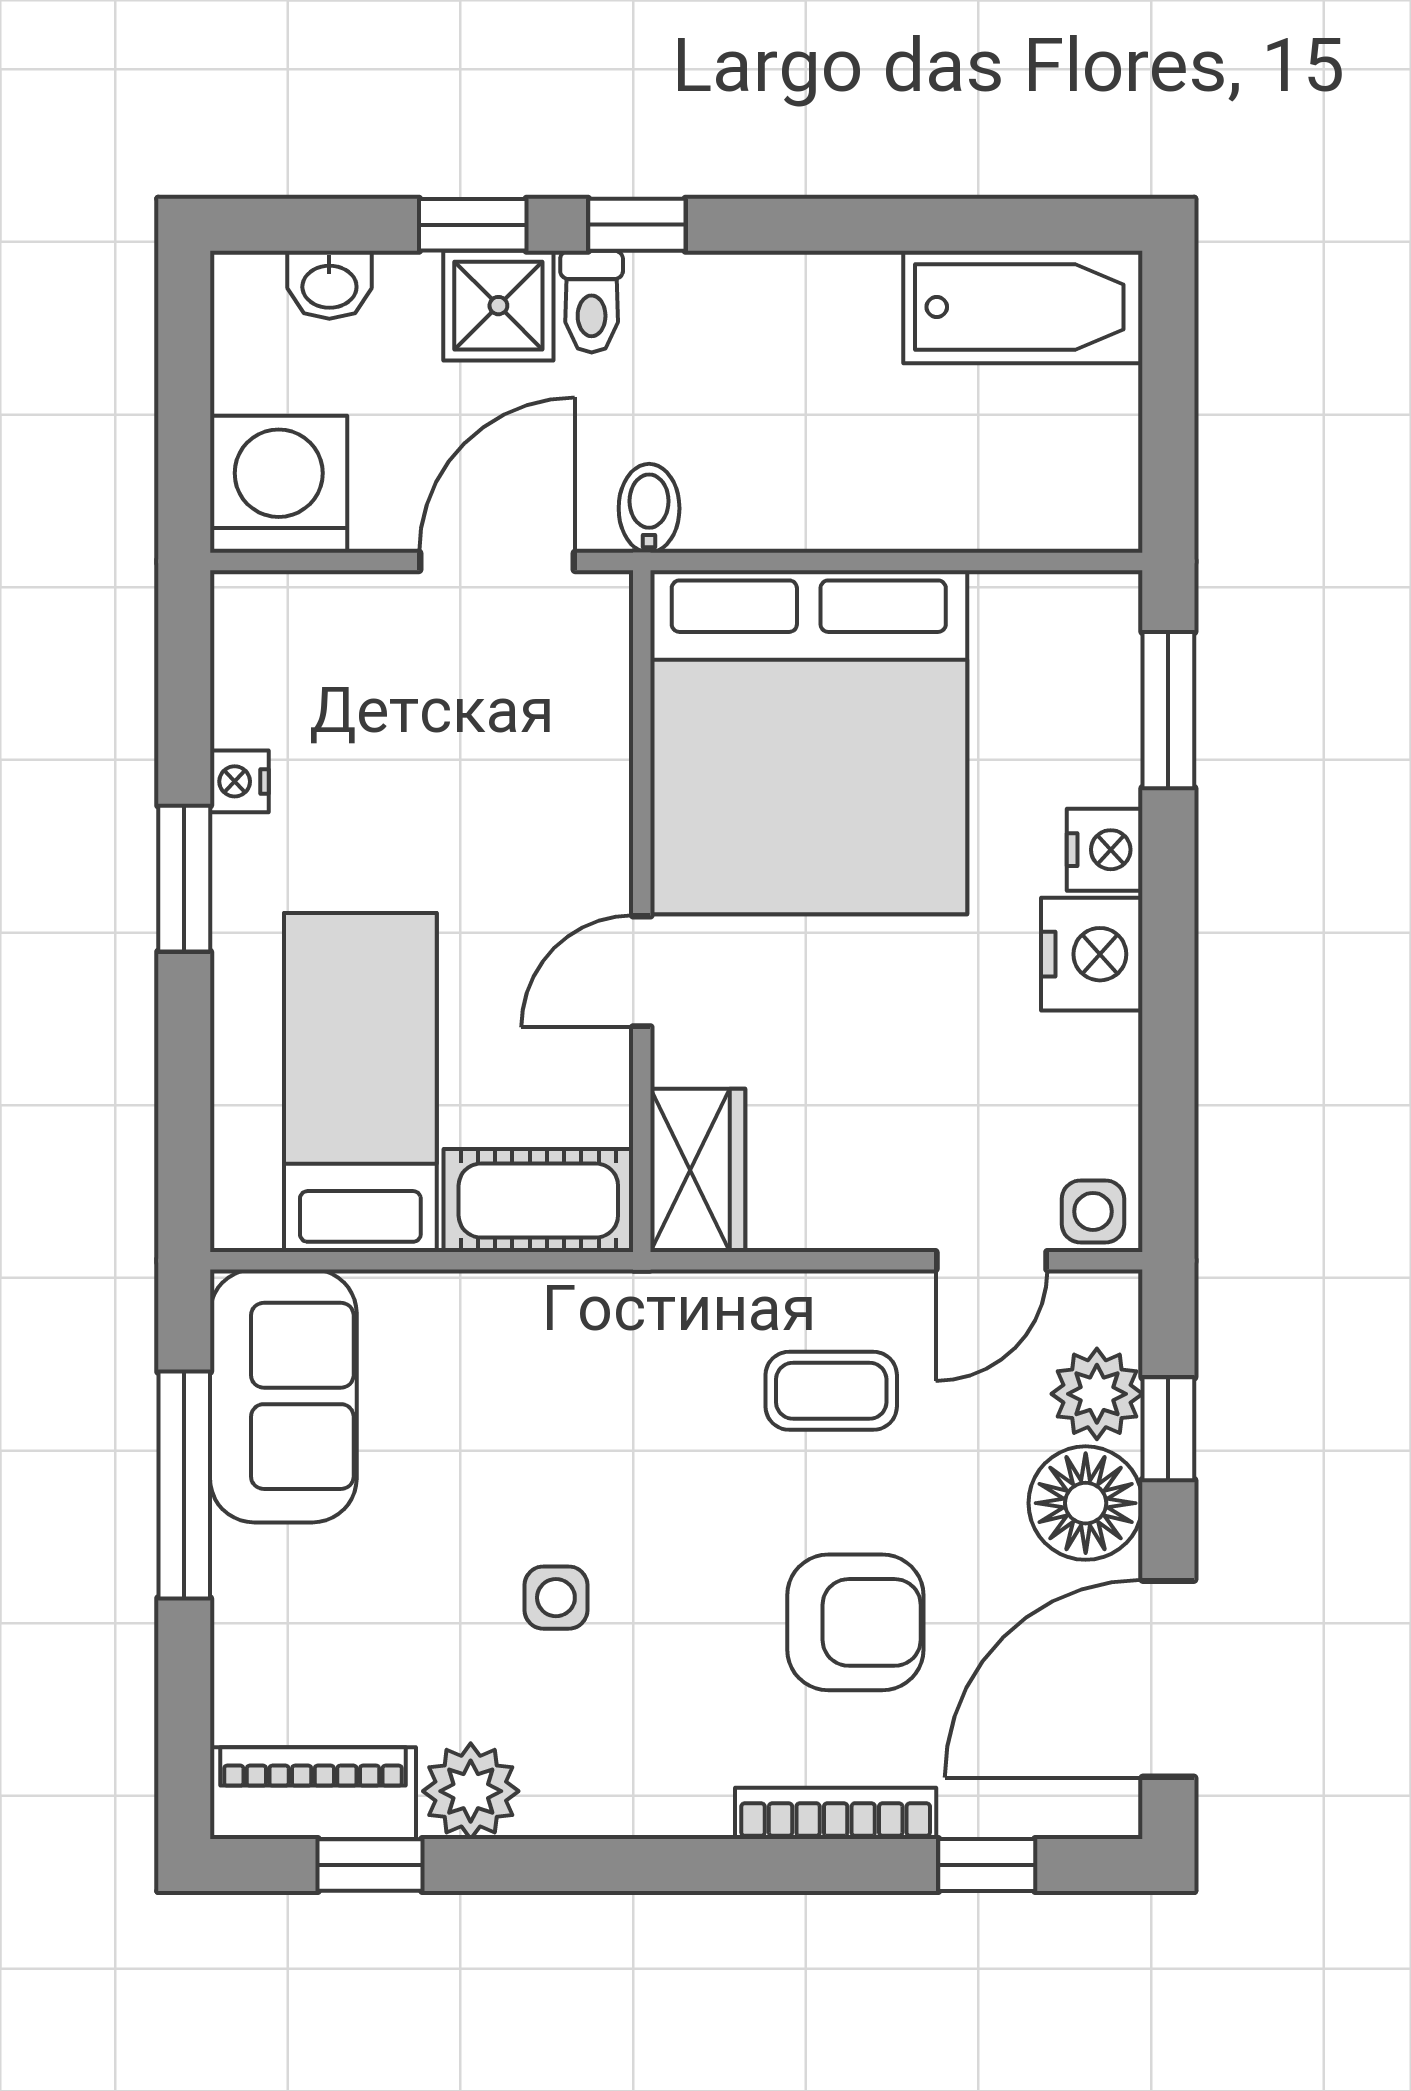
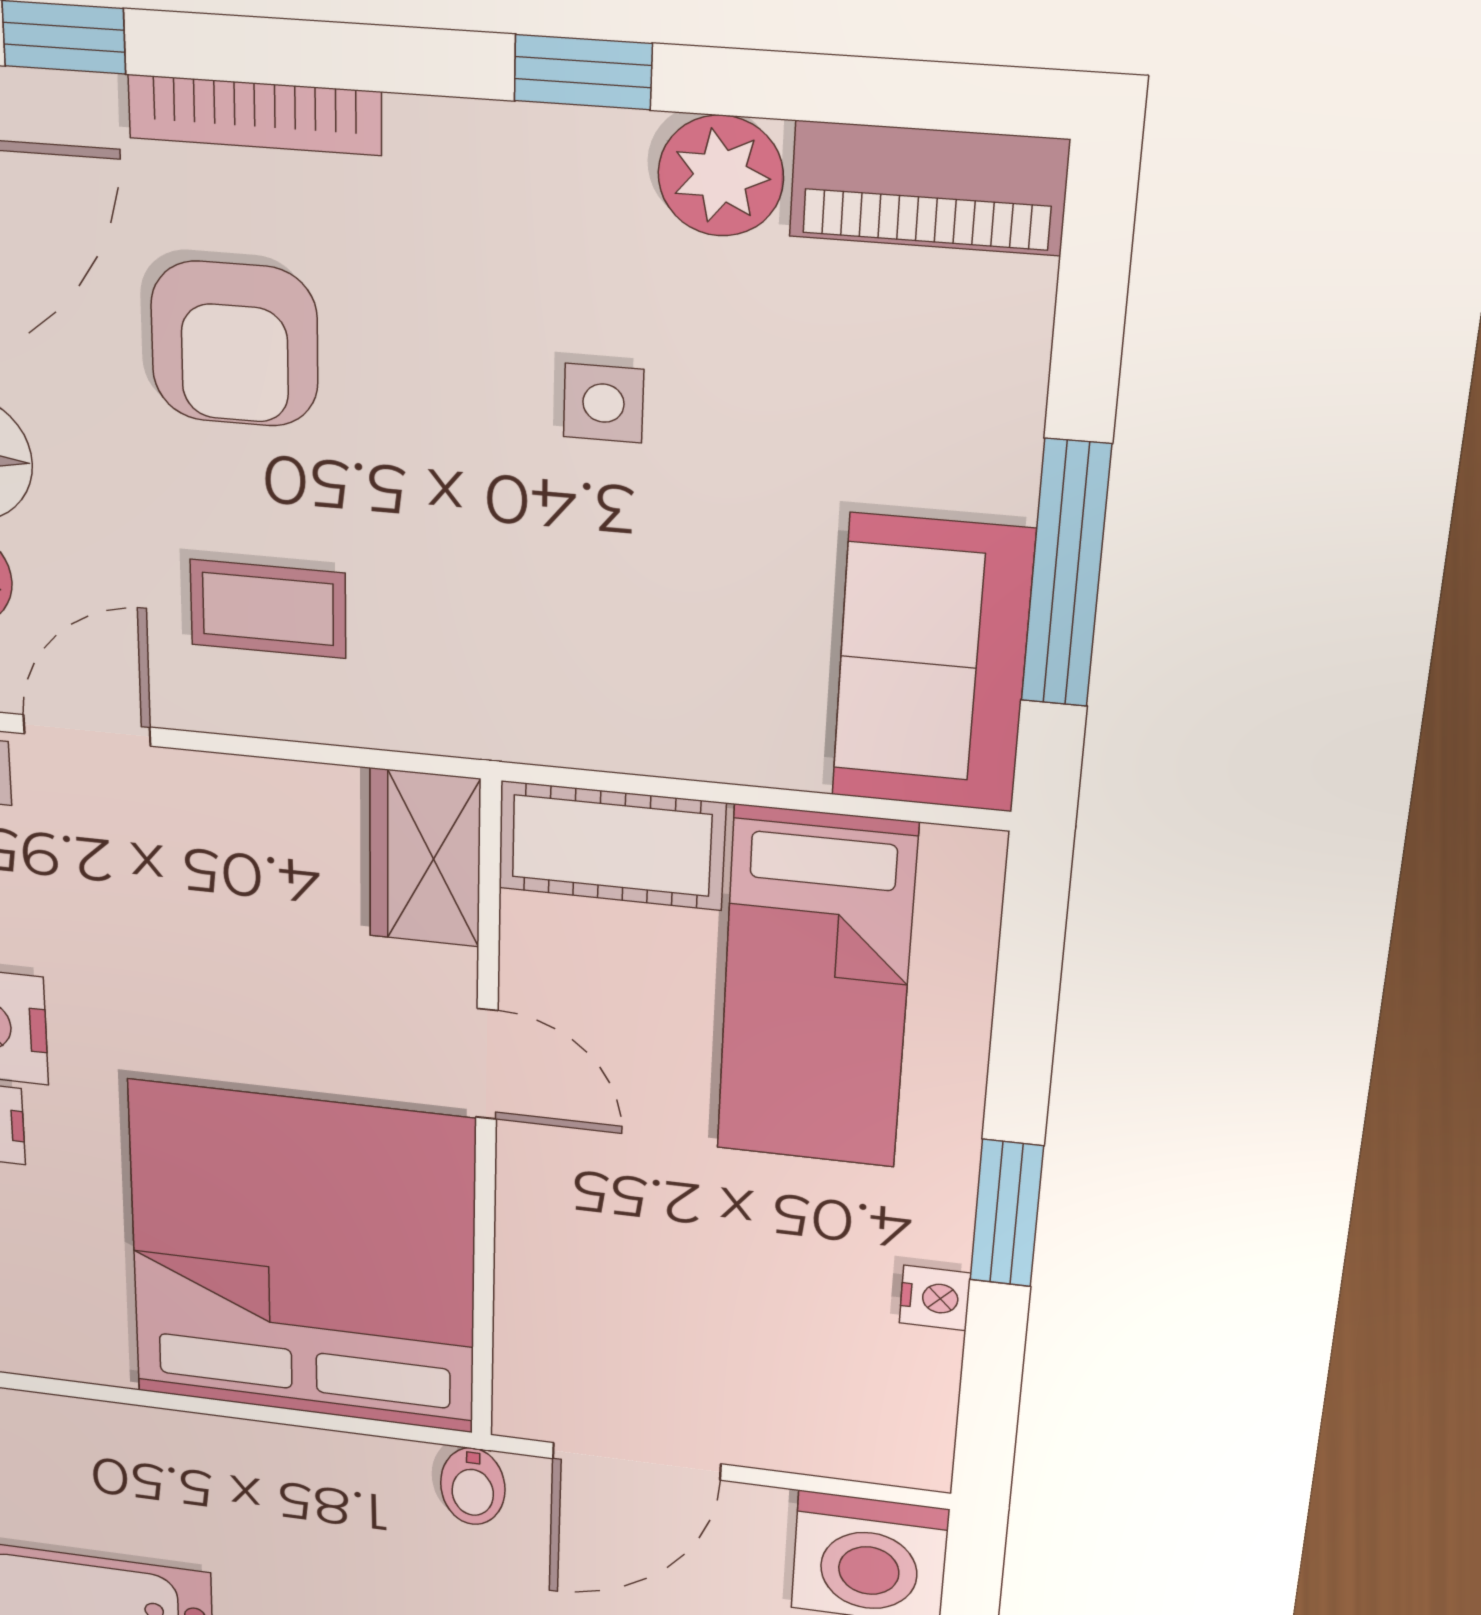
door: (642, 971) -> (487, 1064), hinge flipped
armchair: (855, 1622) -> (234, 344), turned -90
window: (370, 1865) -> (583, 72), moved

